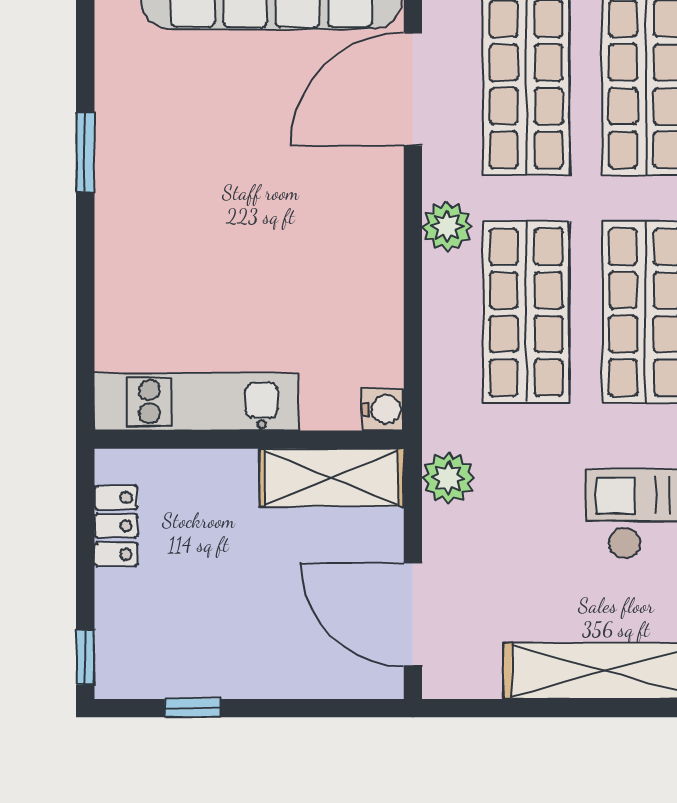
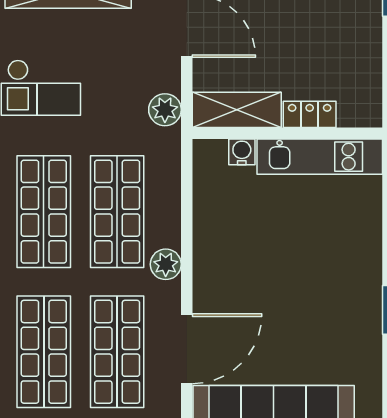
water cooler: (383, 409) -> (242, 152), moved, turned 90
locker: (116, 526) -> (310, 114), moved, turned 90

